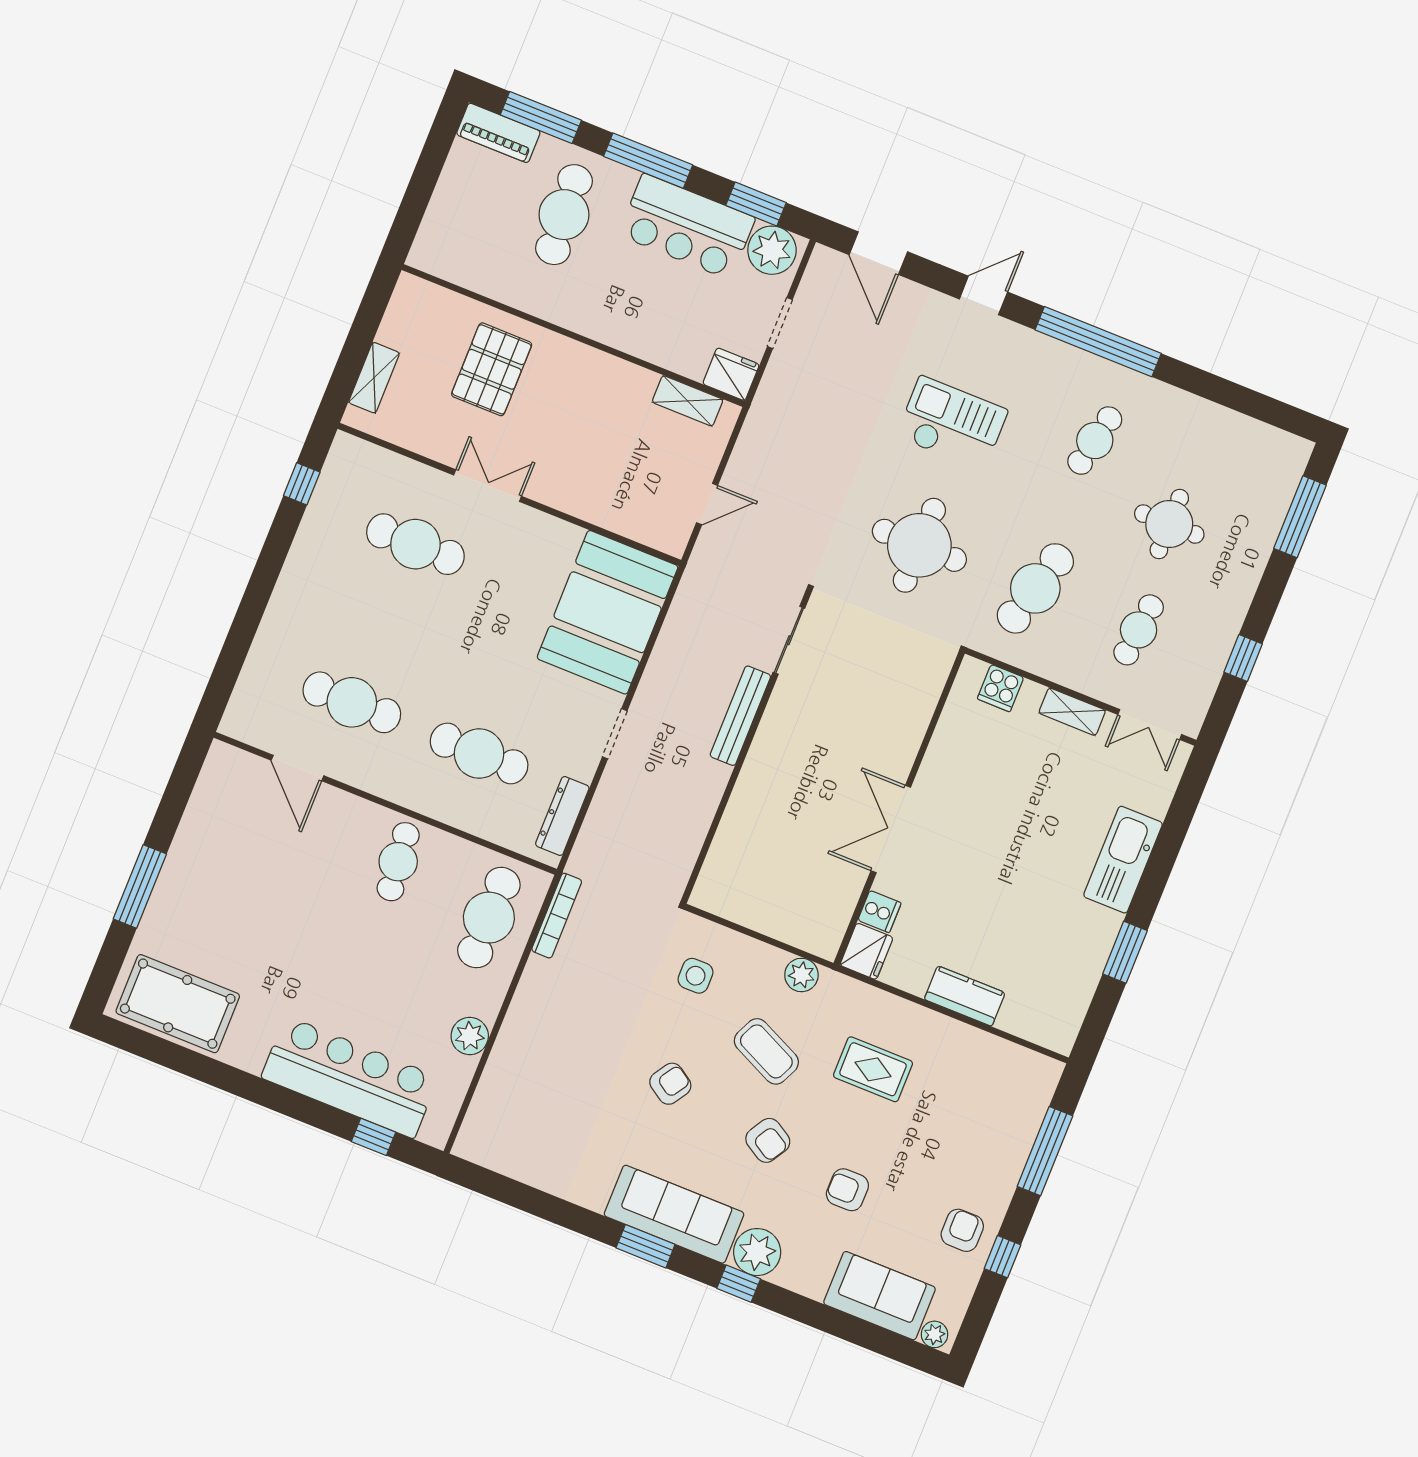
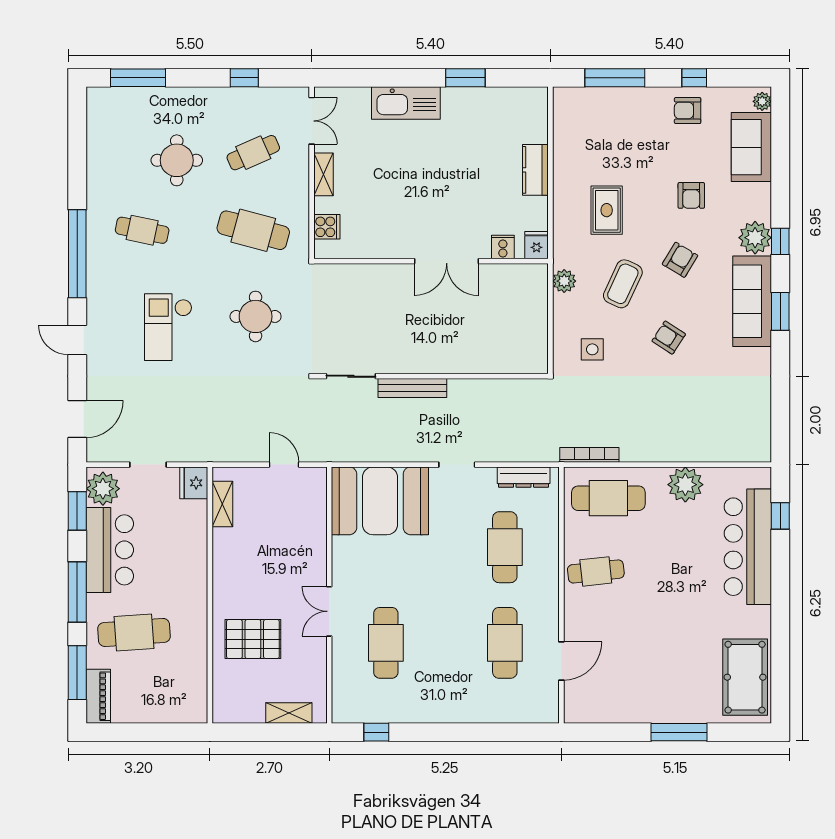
round table: (919, 545) -> (256, 316), width x0.73, depth x0.73
cafe table: (1139, 630) -> (253, 153), turned -30
fridge: (866, 951) -> (537, 245), width x0.72
plant: (470, 1036) -> (685, 485), width x1.36, depth x1.36

